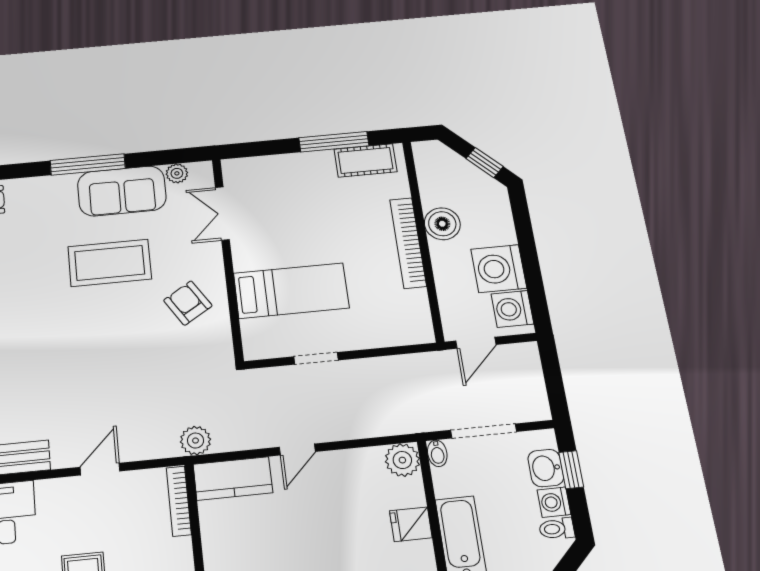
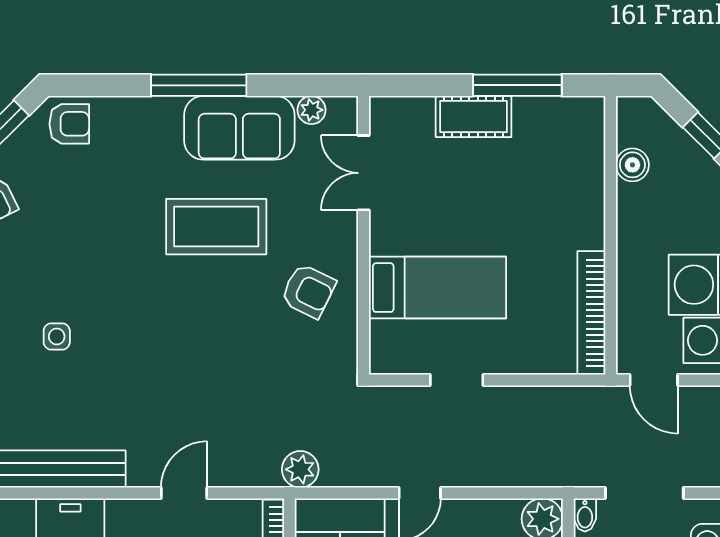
cot: (365, 160) -> (474, 116), moved
boiler: (442, 224) -> (632, 165), moved, width x0.73, depth x0.73
bookcase: (408, 243) -> (591, 313), moved
armchair: (188, 303) -> (308, 291), turned 148
door: (476, 343) -> (654, 380), hinge flipped

